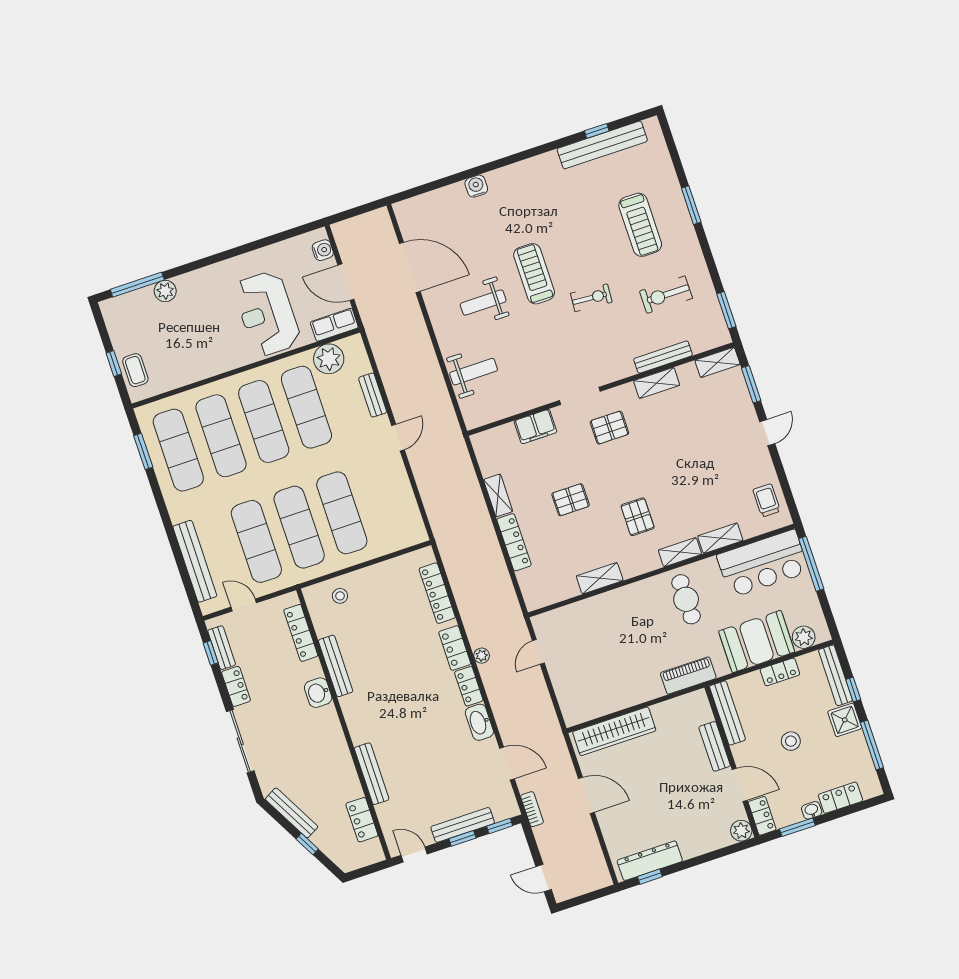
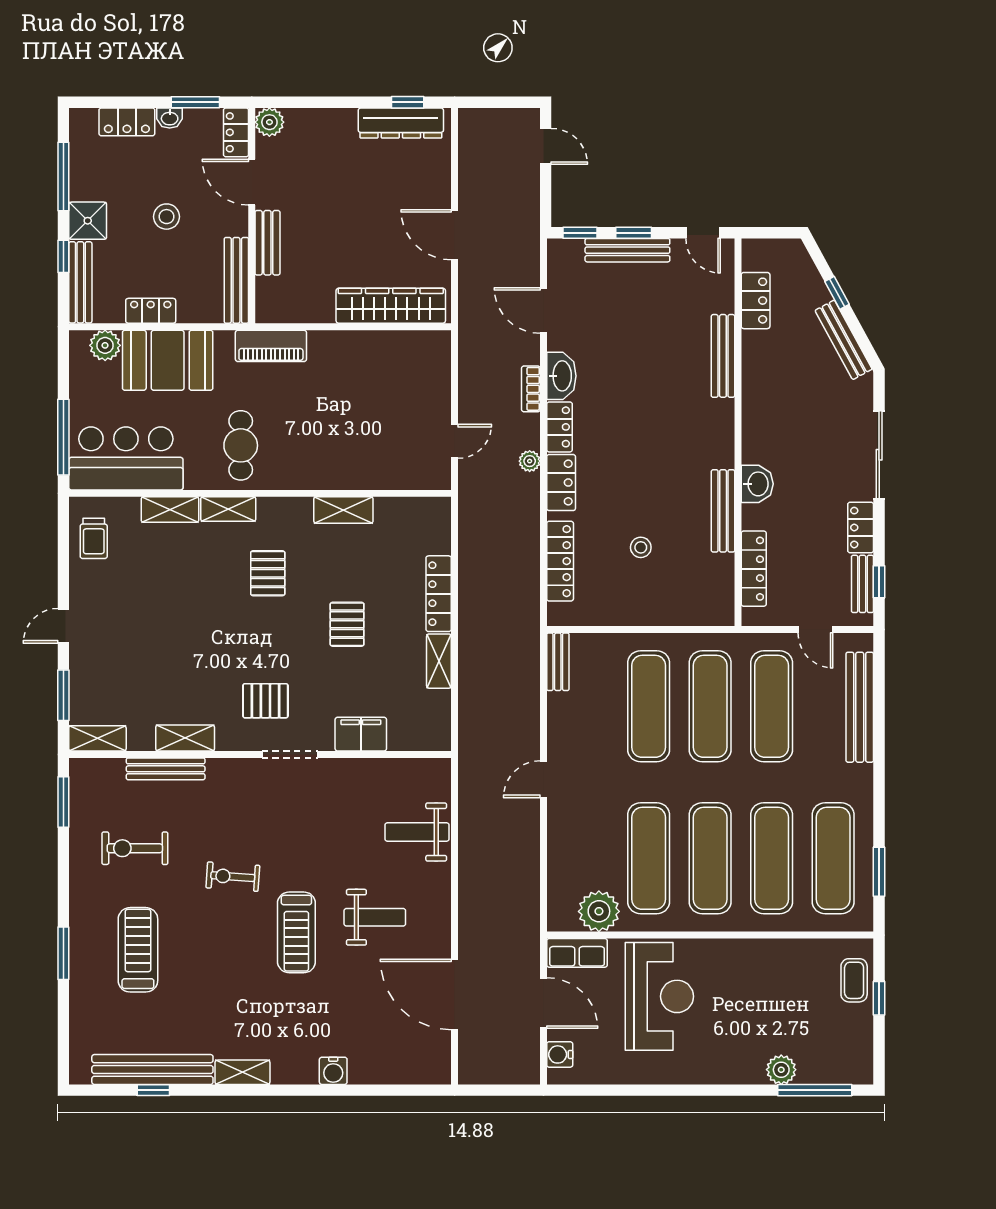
shelving: (539, 164) -> (242, 1072), added
exercise bike: (666, 295) -> (135, 848), turned 180
bench: (373, 395) -> (558, 662), moved
pallet: (571, 500) -> (347, 624), turned 90
stool: (340, 596) -> (641, 547), moved
bookcase: (532, 809) -> (531, 389), moved

